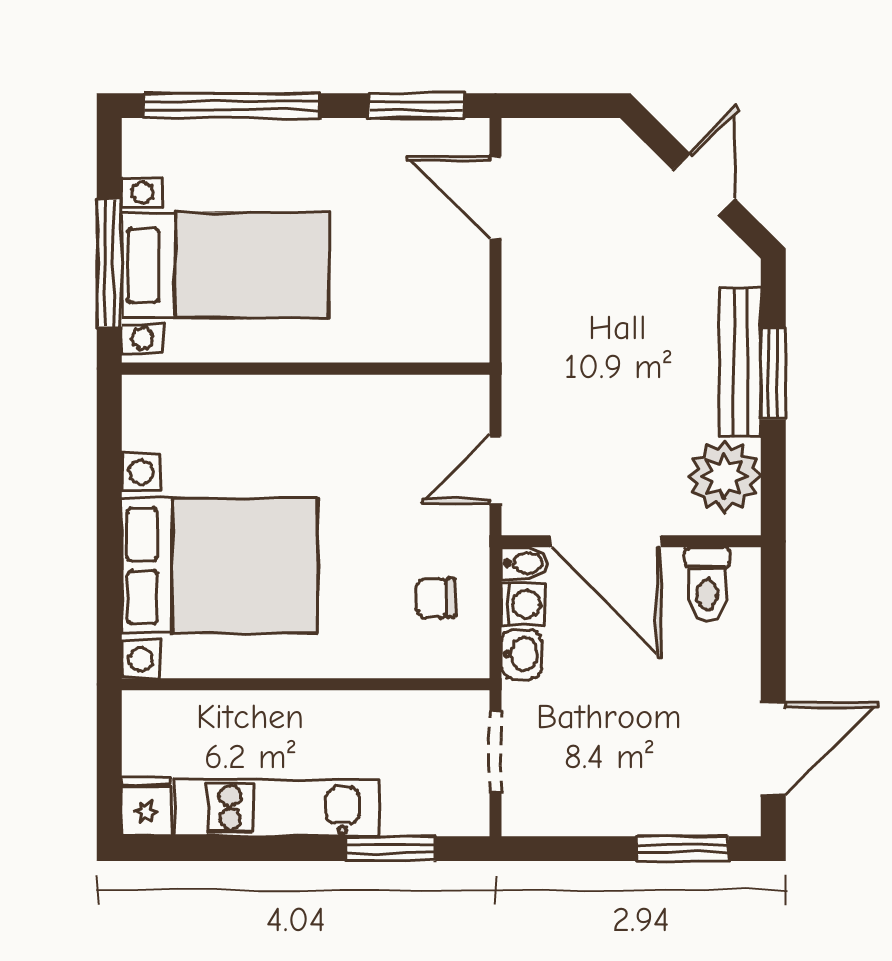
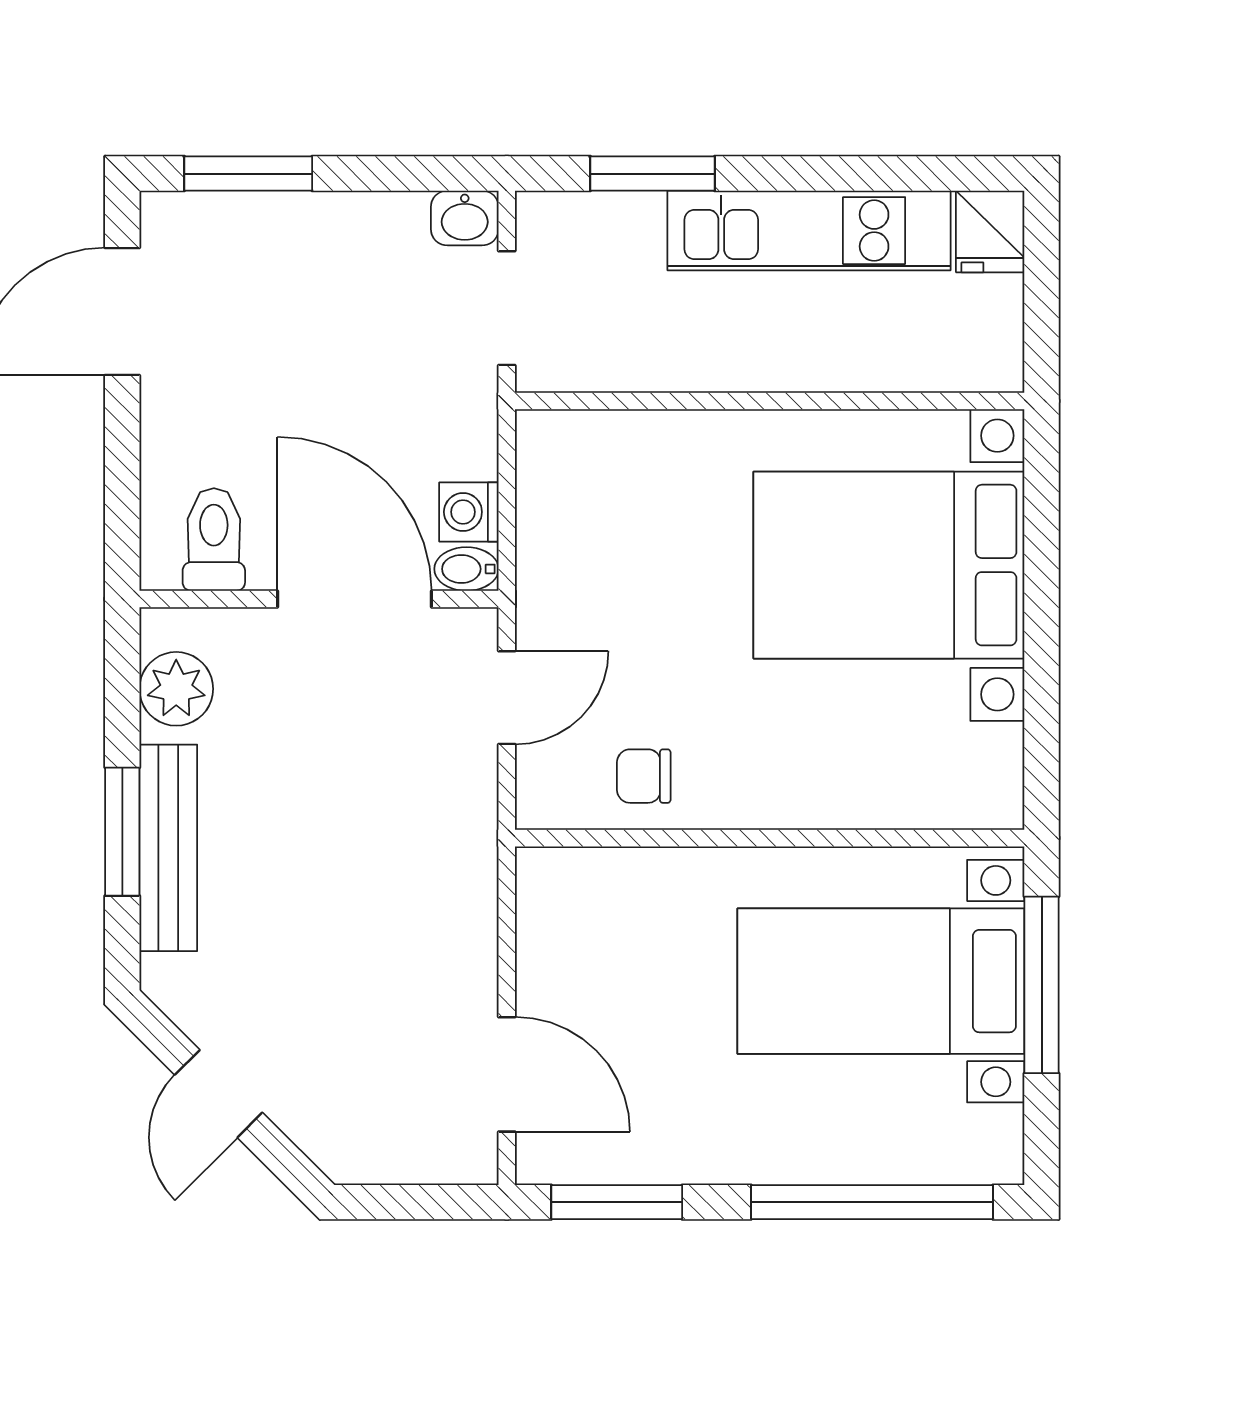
plant: (725, 476) -> (176, 689), width x0.73, depth x0.73
chair: (436, 598) -> (644, 776), moved, turned 180
washbasin: (521, 654) -> (465, 218), moved, turned -90

